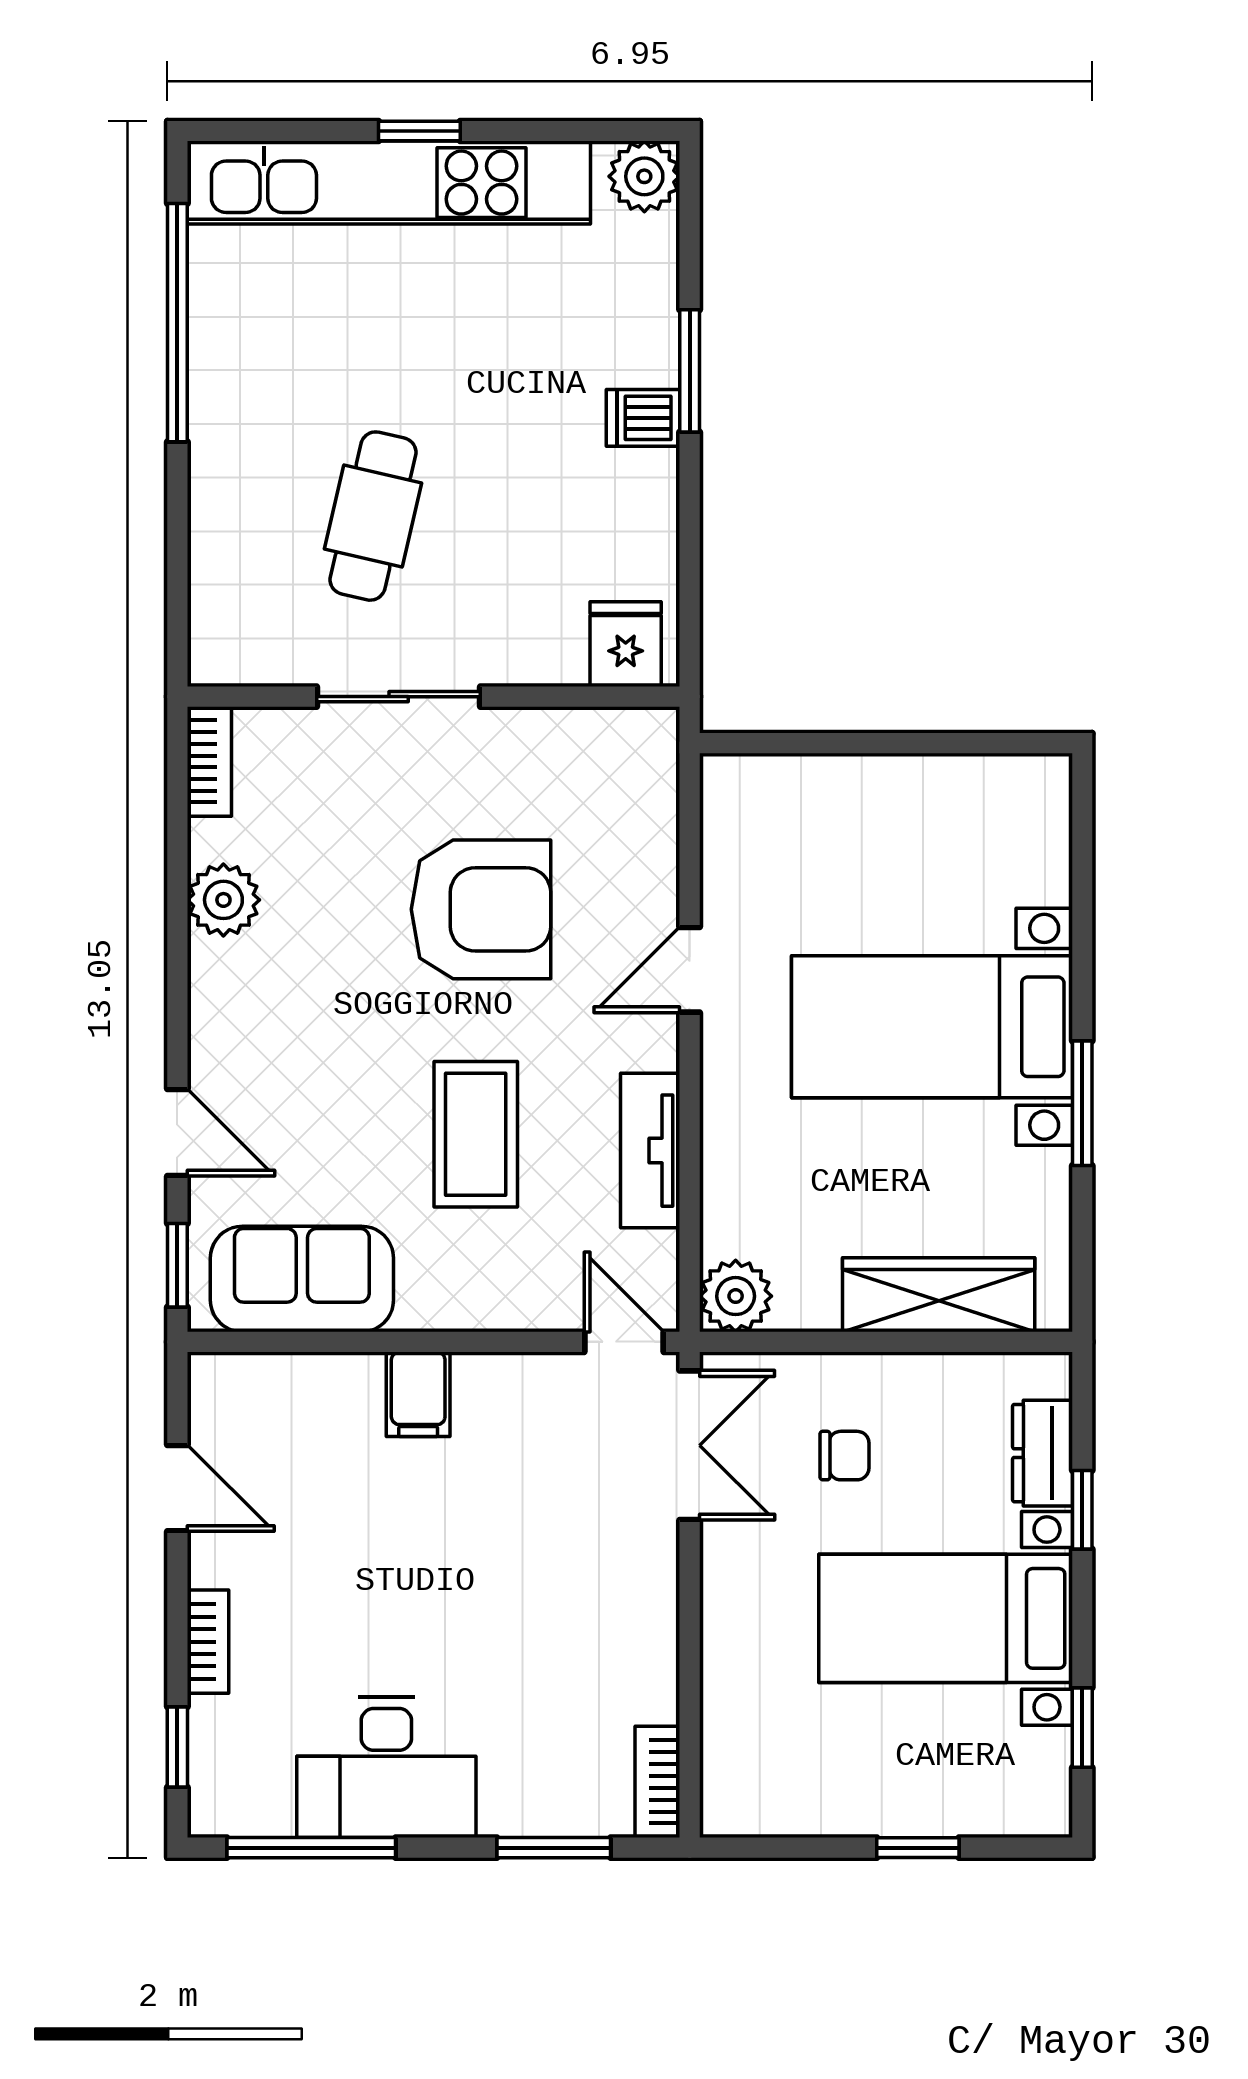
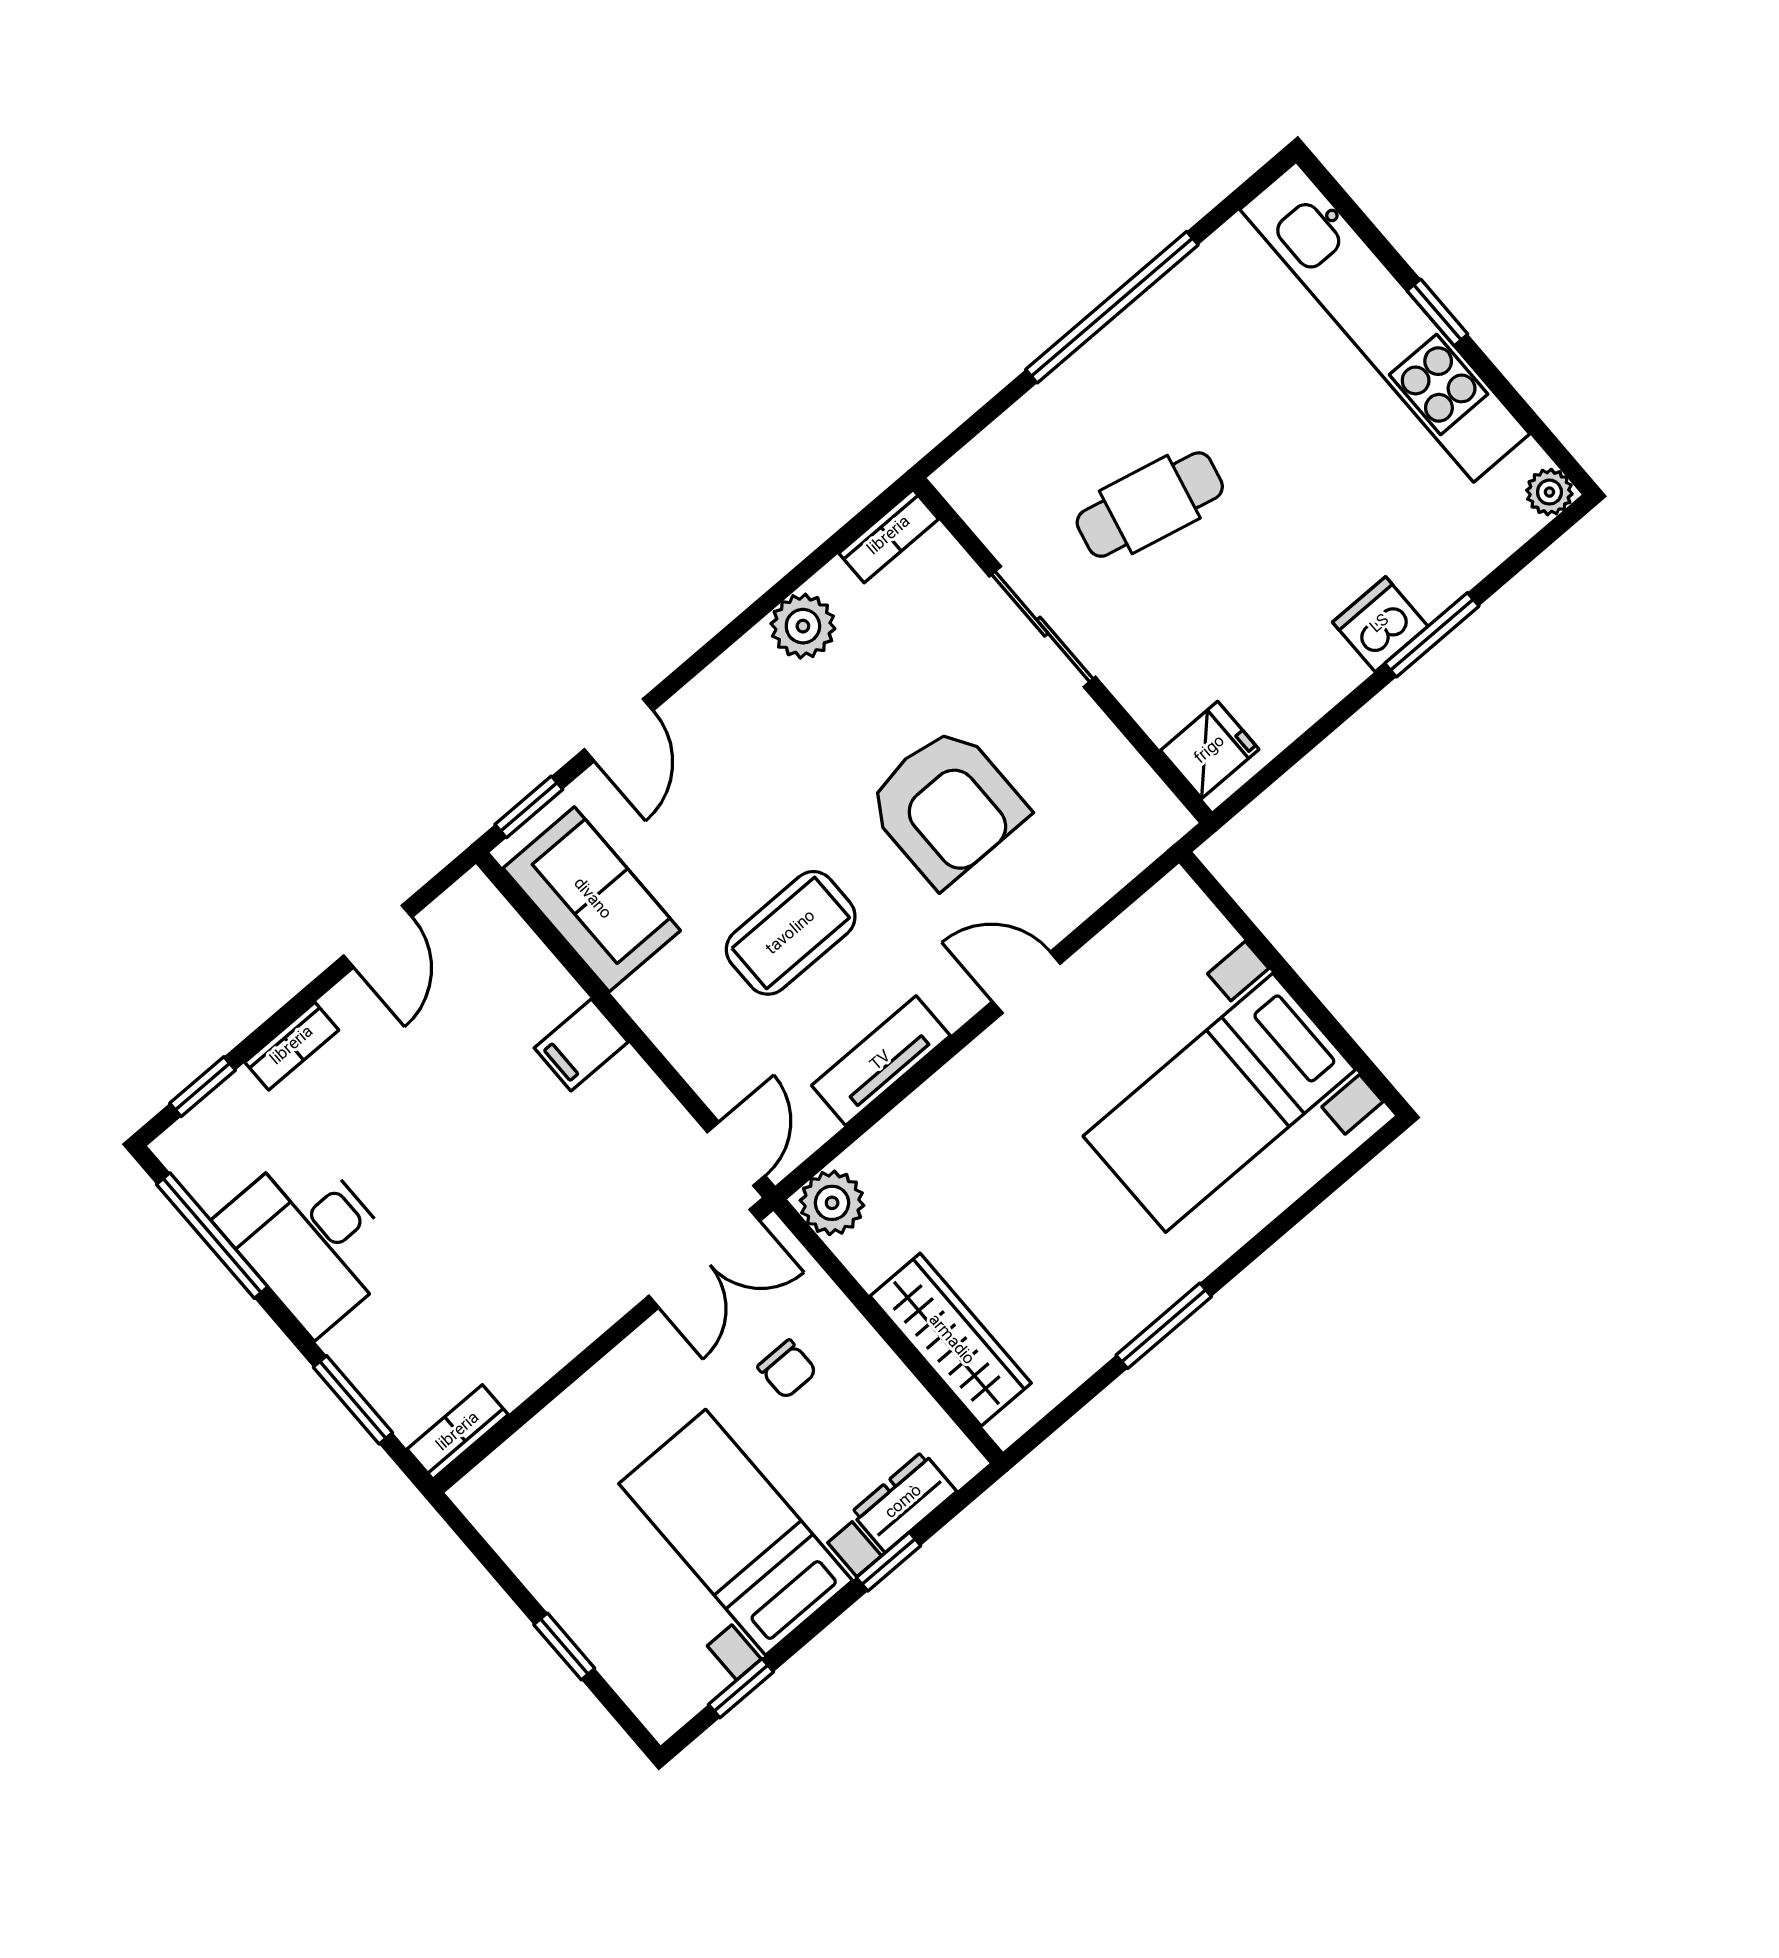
plant: (644, 176) -> (1549, 492), width x0.73, depth x0.73
window: (177, 323) -> (1112, 307), moved
dishwasher: (643, 418) -> (1380, 624), width x1.38
bed with nightstands: (932, 1027) -> (1219, 1103), moved, turned -90

